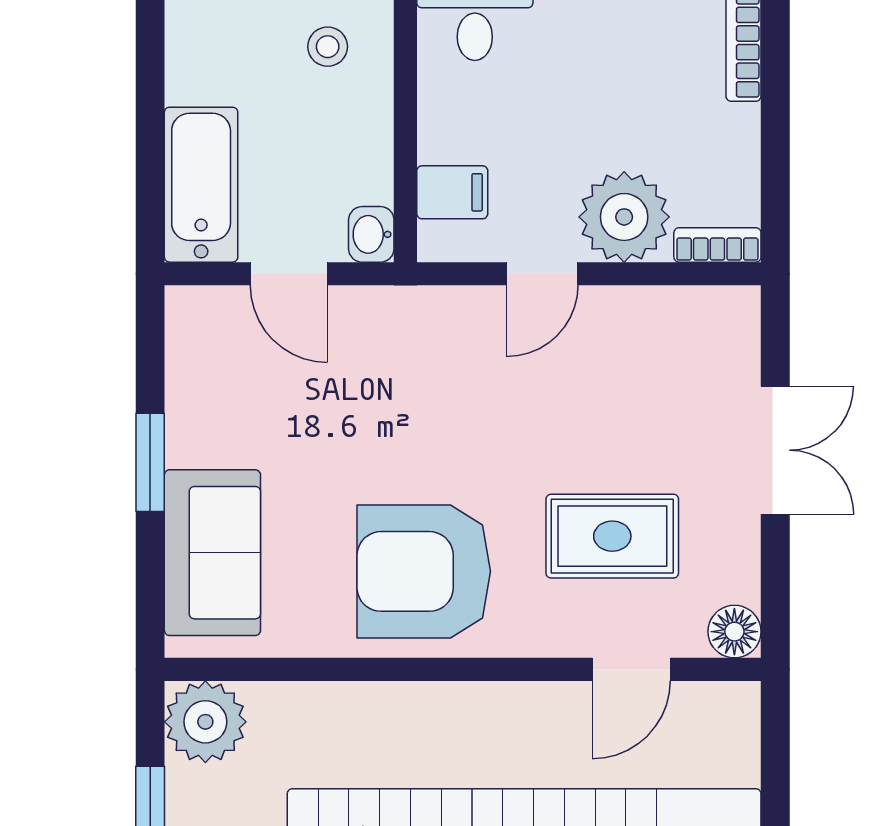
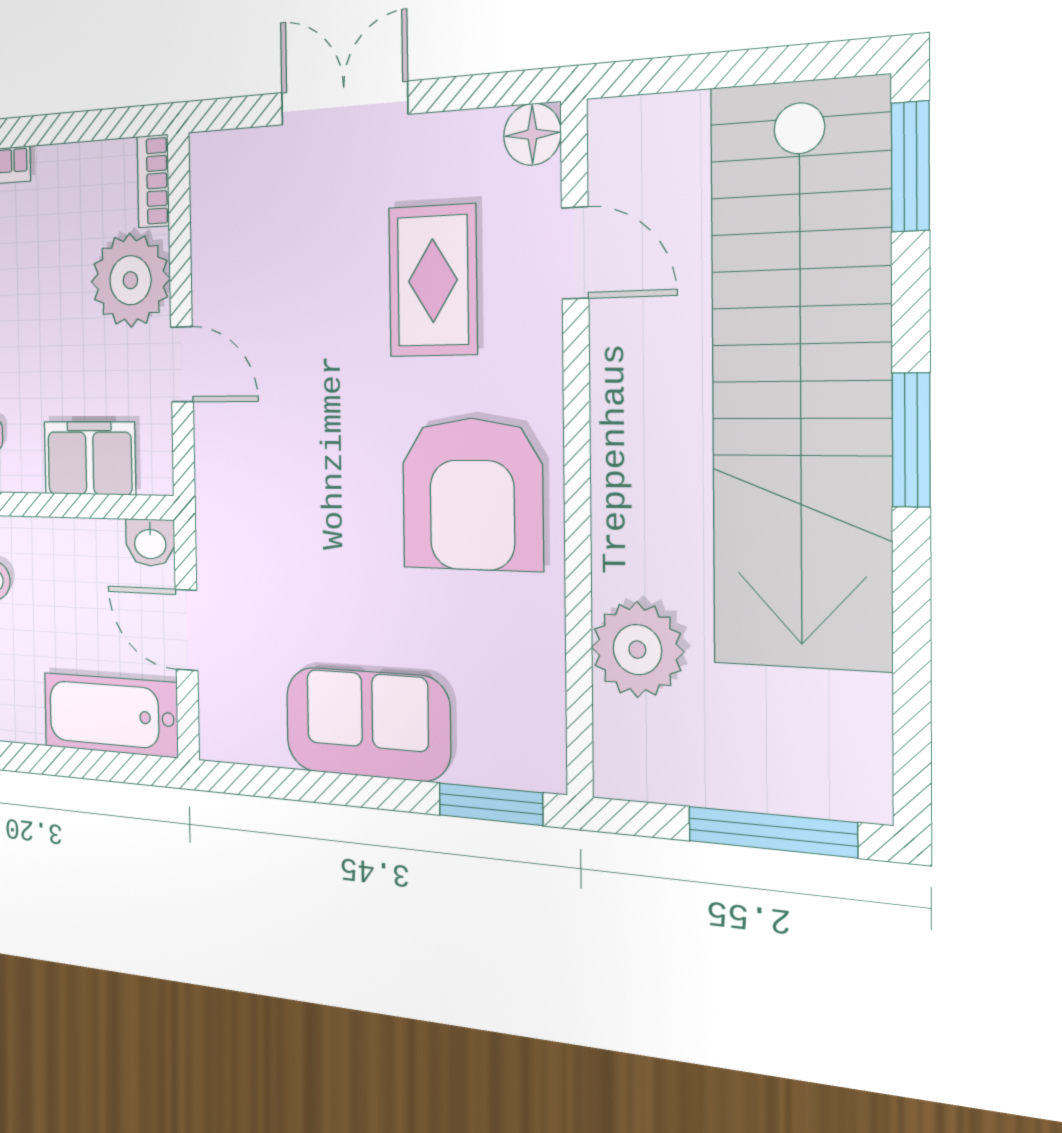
filing cabinet: (452, 192) -> (90, 458), width x2.00
door: (289, 274) -> (186, 630), swing flipped
window: (150, 462) -> (491, 804), moved
sofa: (212, 553) -> (367, 724), moved
plant: (205, 722) -> (637, 650), moved

